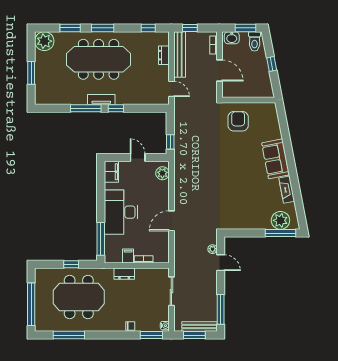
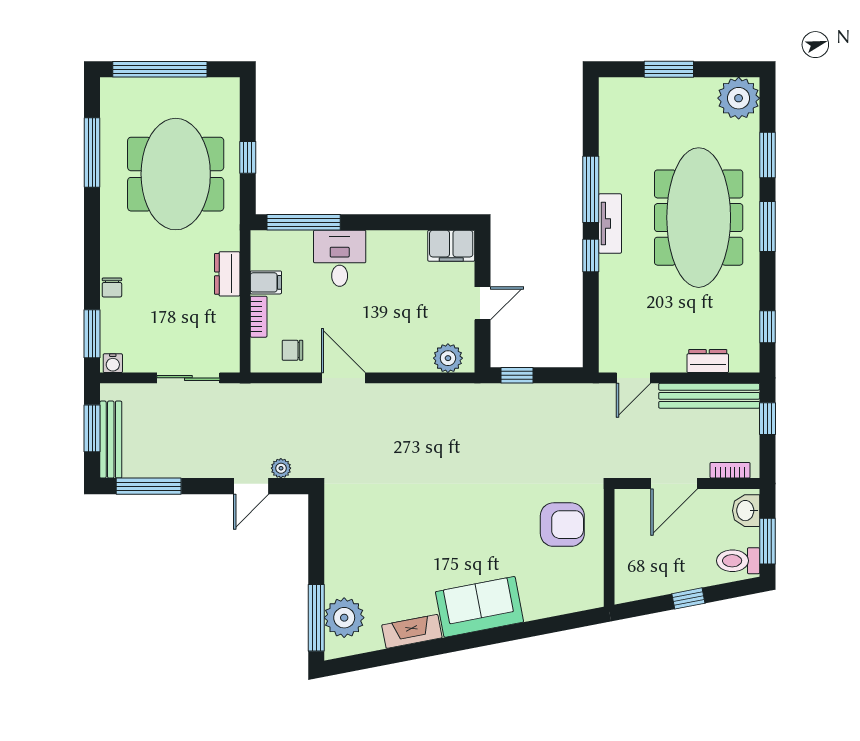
desk: (121, 212) -> (340, 258), width x0.53, depth x0.77
chair: (159, 244) -> (292, 350), added

